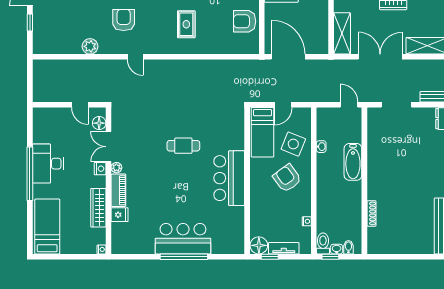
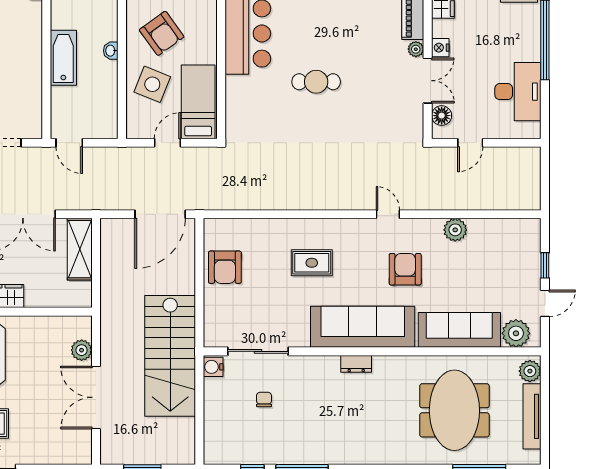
armchair: (124, 20) -> (405, 269), turned 180
armchair: (245, 21) -> (225, 267), turned 90
rug: (186, 24) -> (312, 263), turned 90
door: (288, 57) -> (160, 214), hinge flipped
door: (80, 105) -> (470, 143), swing flipped
washbasin: (321, 147) -> (111, 51), moved
desk: (48, 164) -> (518, 92), moved

